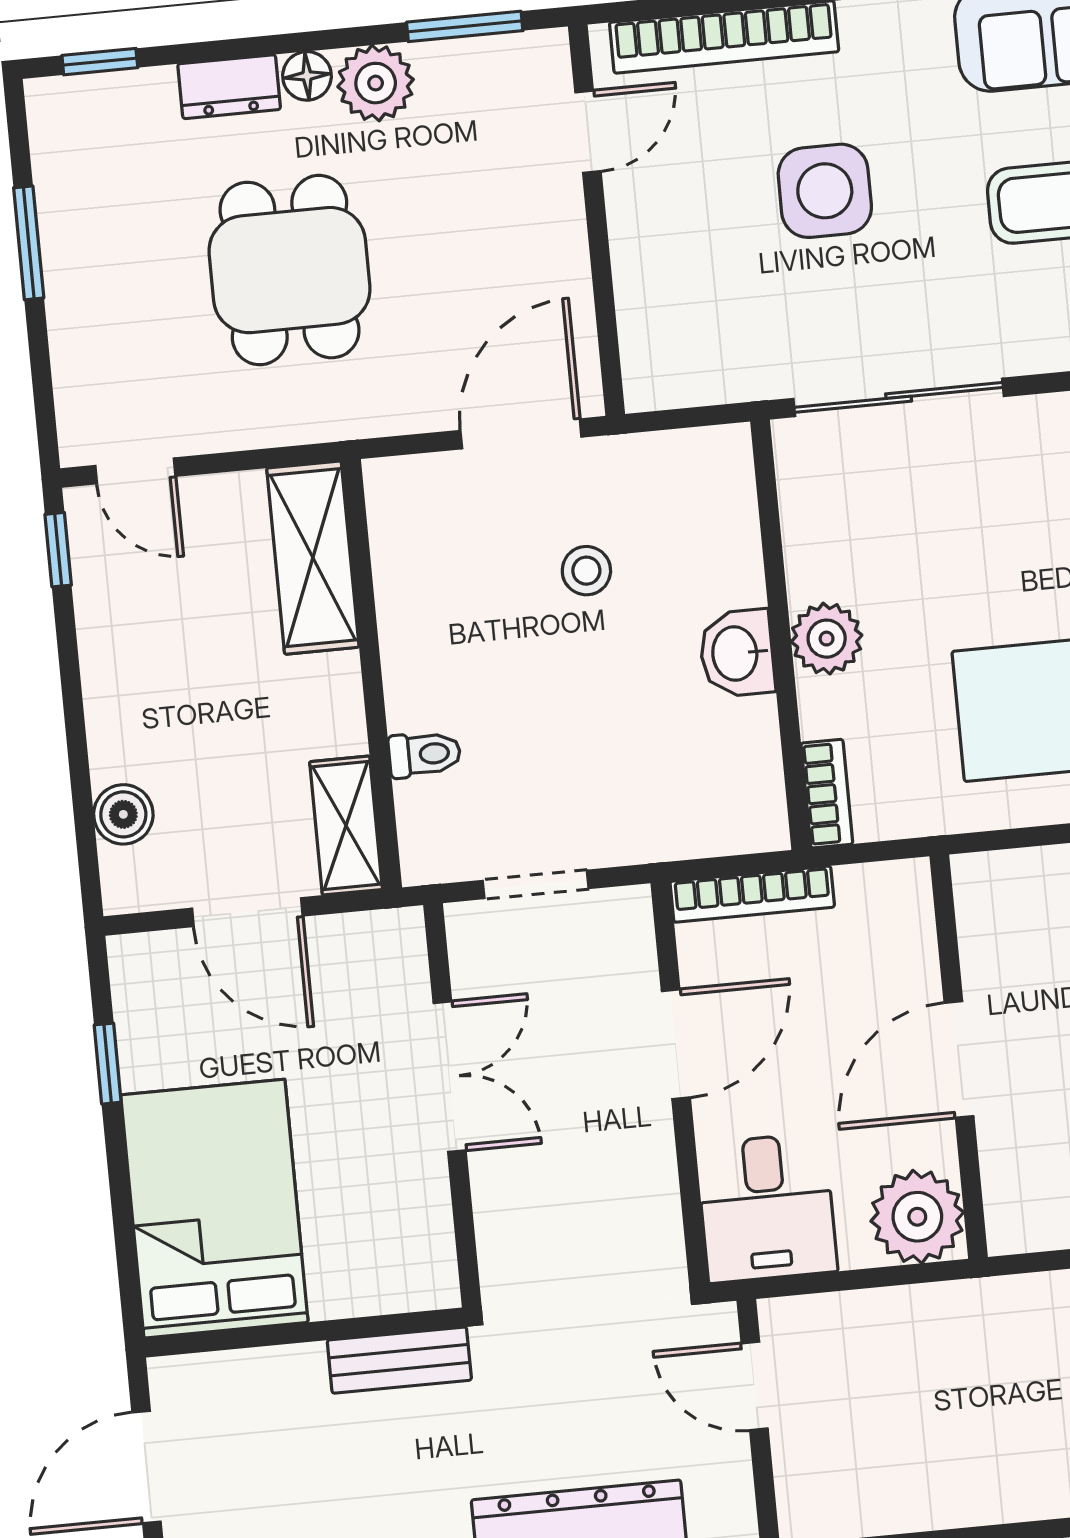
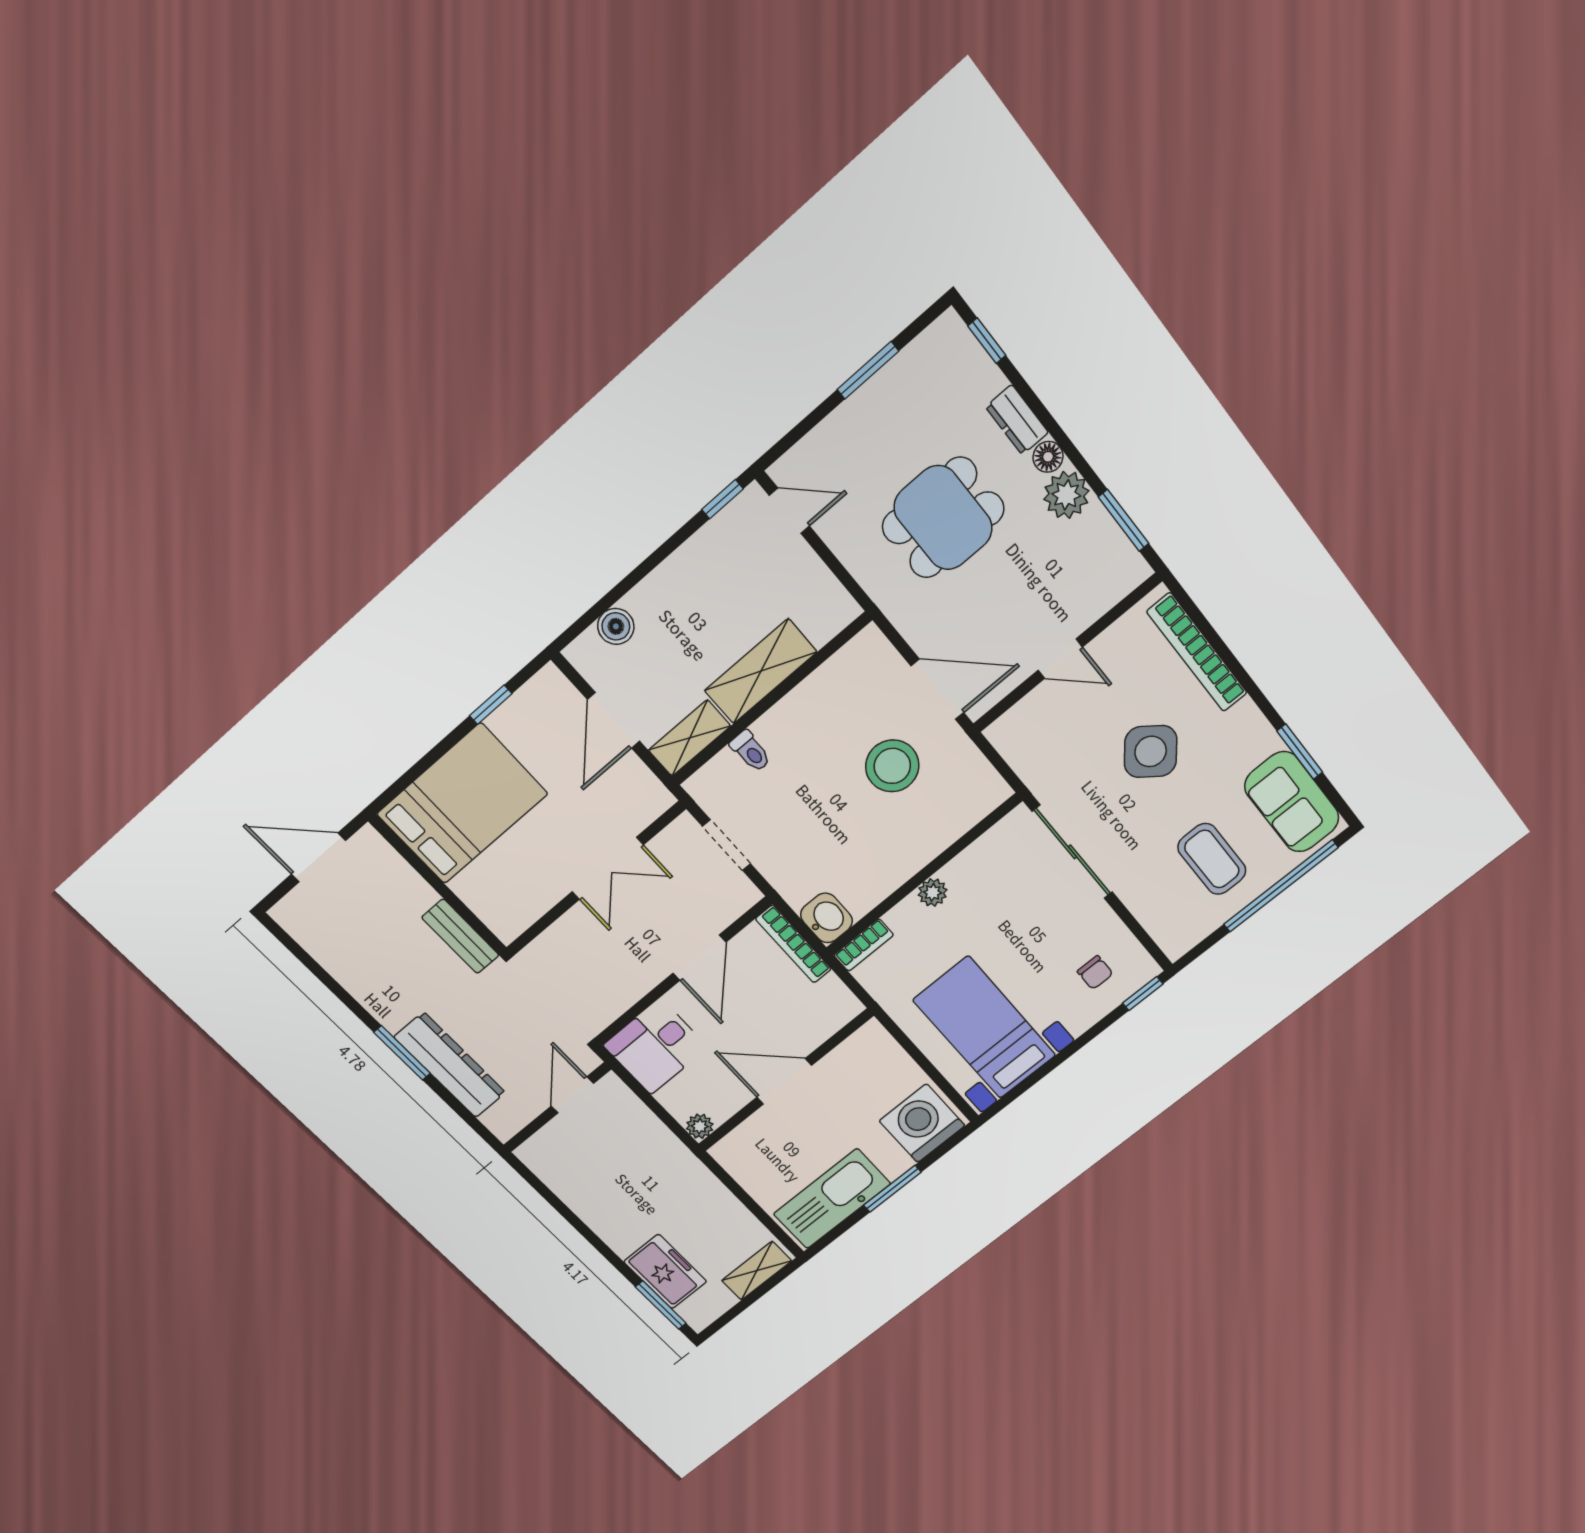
door: (588, 132) -> (1060, 659), moved
side table: (825, 191) -> (1151, 751), turned 38
door: (135, 471) -> (789, 511), swing flipped
shelving: (313, 558) -> (761, 671), moved
stool: (586, 571) -> (892, 766), width x1.89, depth x1.89
plant: (827, 639) -> (933, 892), width x0.73, depth x0.73
washbasin: (737, 653) -> (826, 918), moved, turned 90
door: (676, 1044) -> (699, 958), hinge flipped
plant: (917, 1217) -> (700, 1126), width x0.53, depth x0.53

